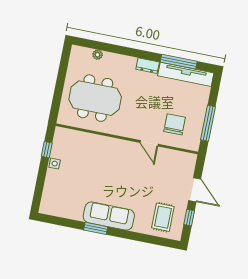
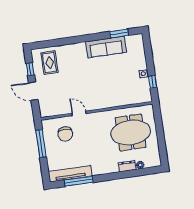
dresser: (148, 66) -> (127, 166), moved
sofa: (109, 216) -> (106, 47), moved
window: (96, 228) -> (119, 33), moved

